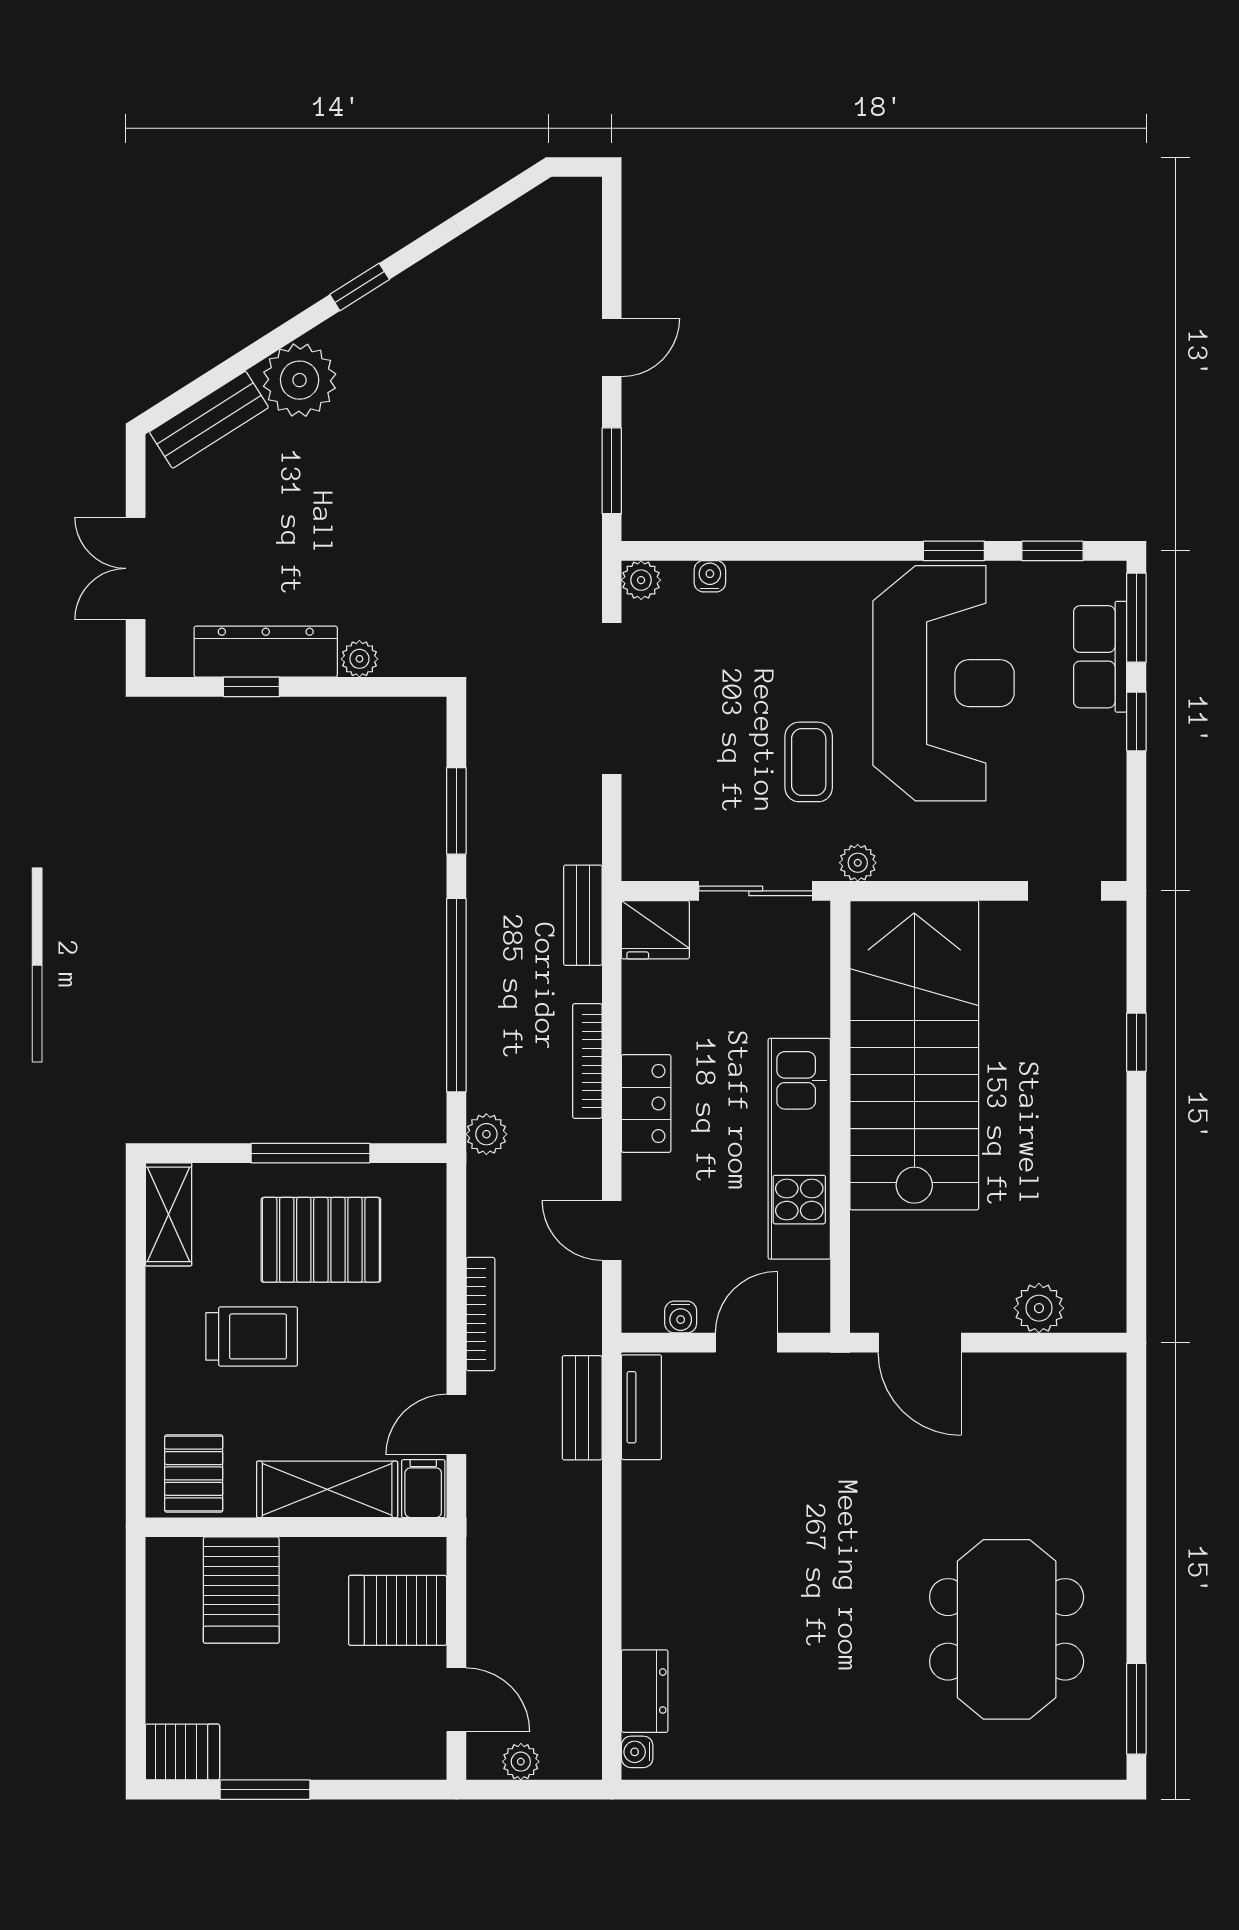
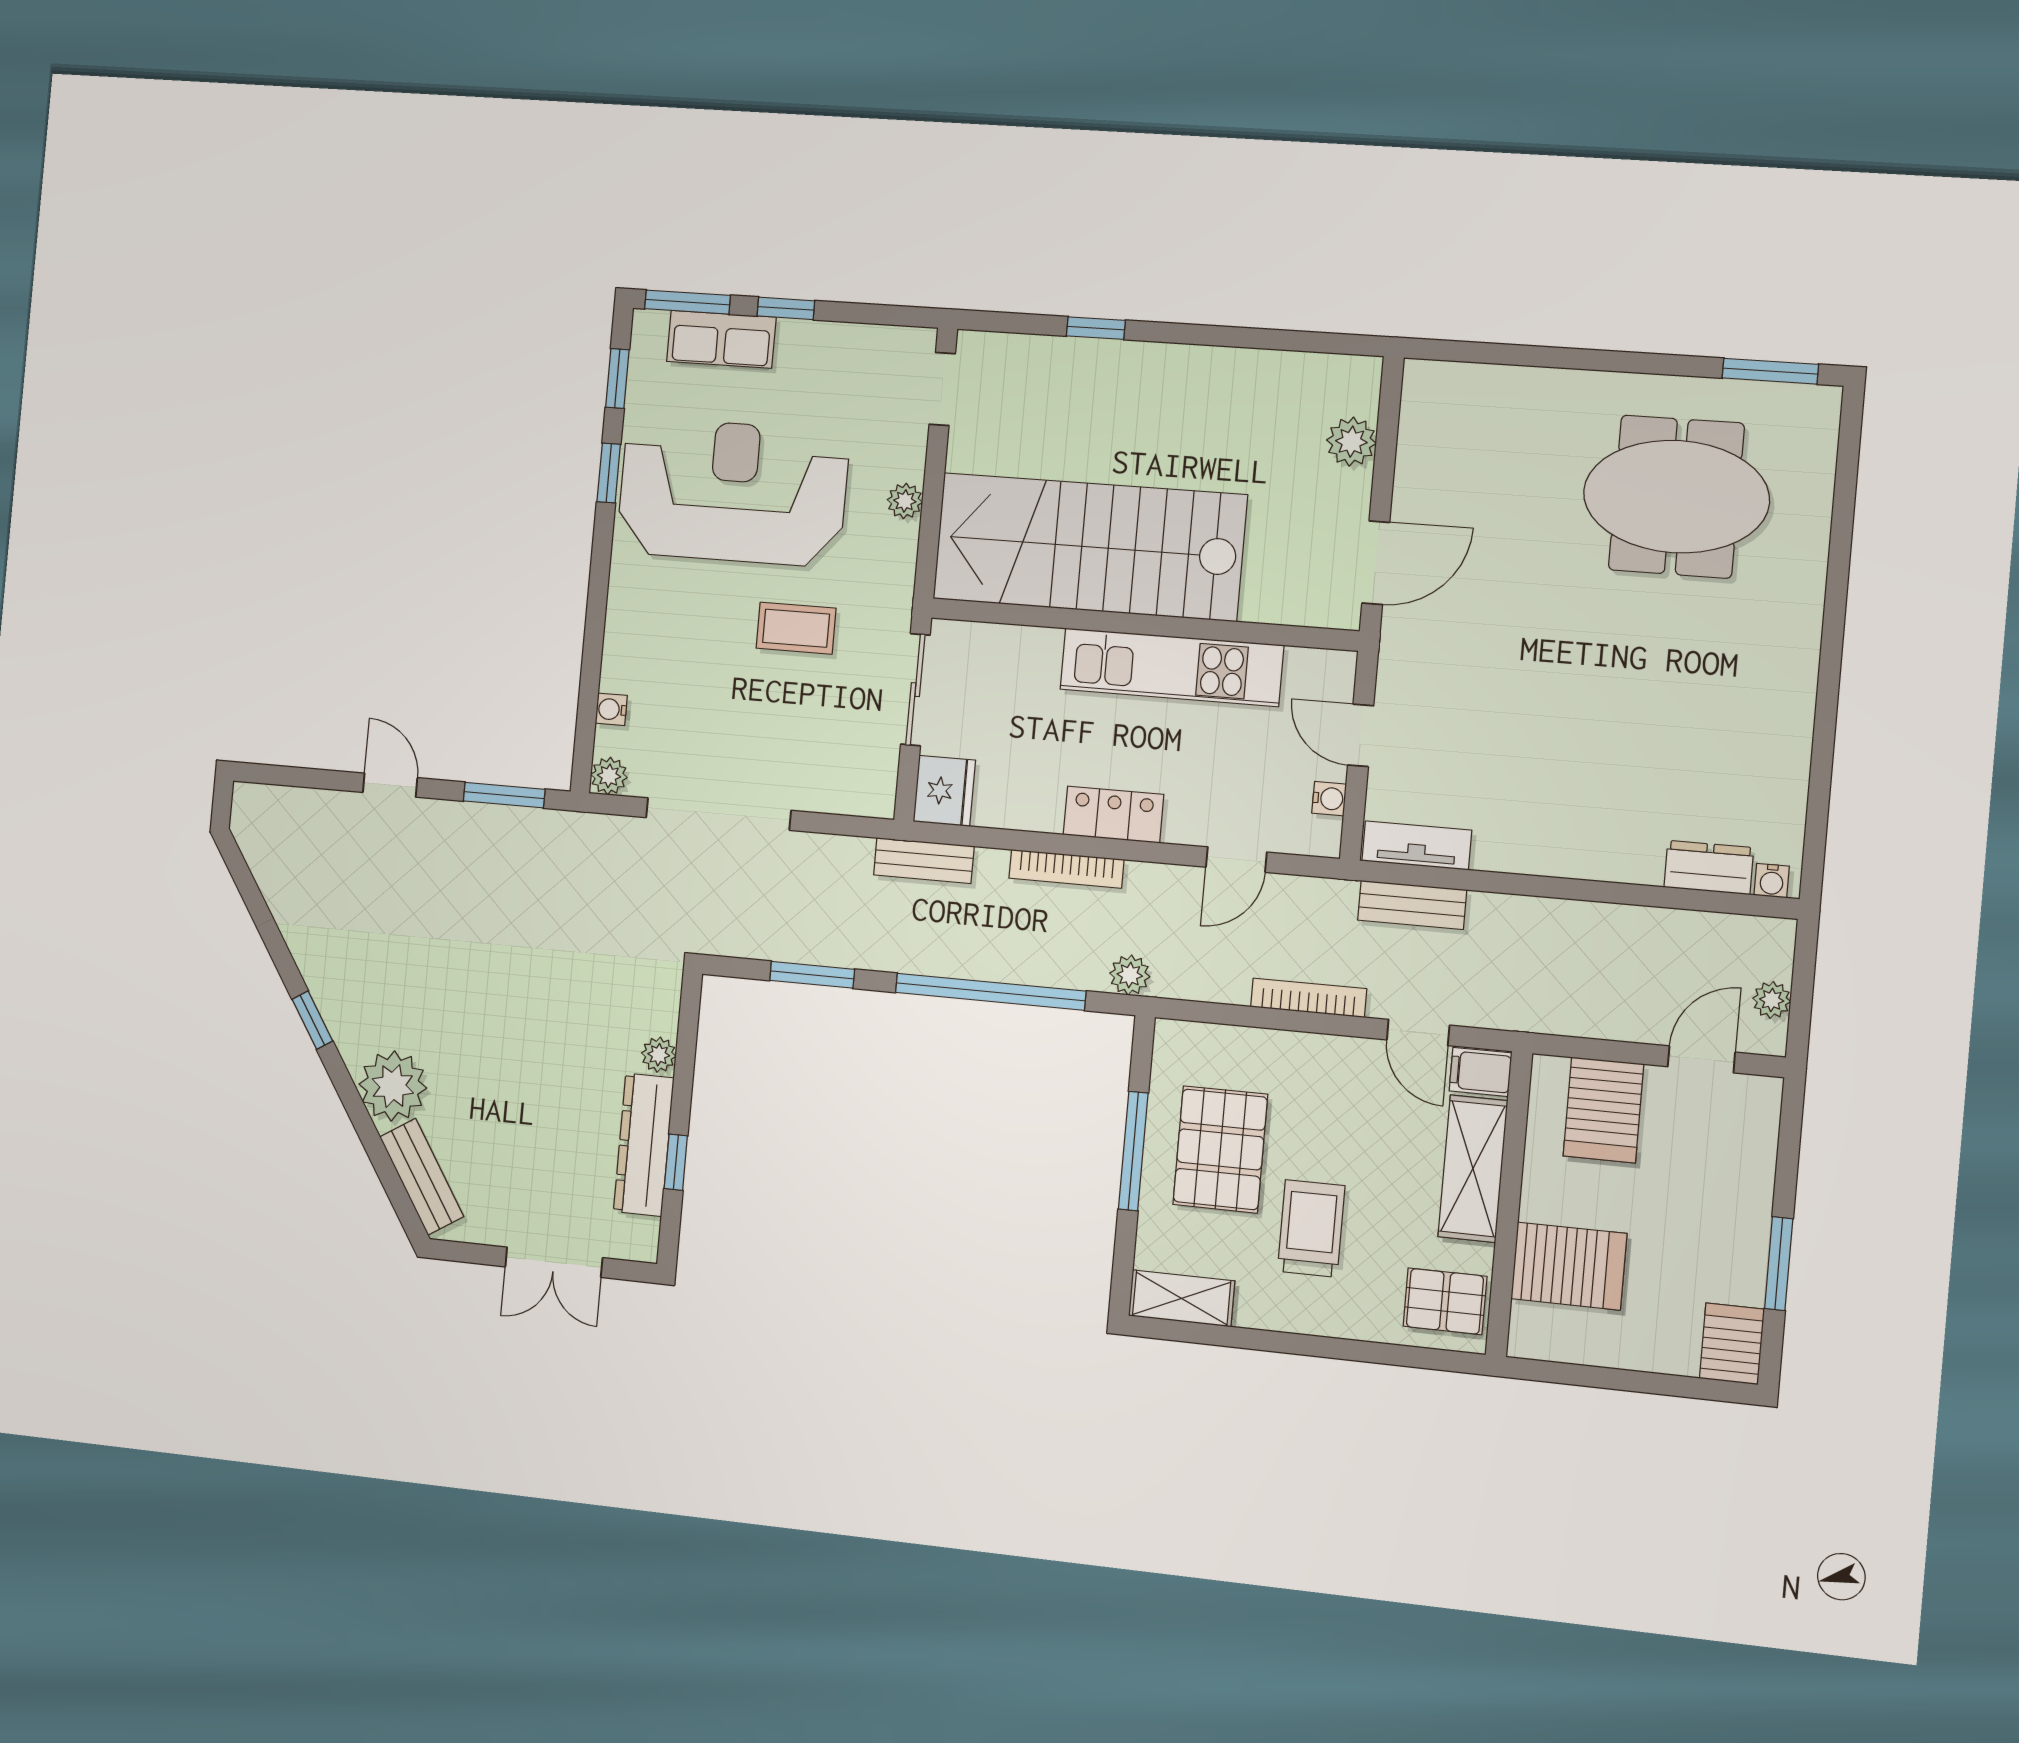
plant: (858, 863) -> (905, 501), moved

